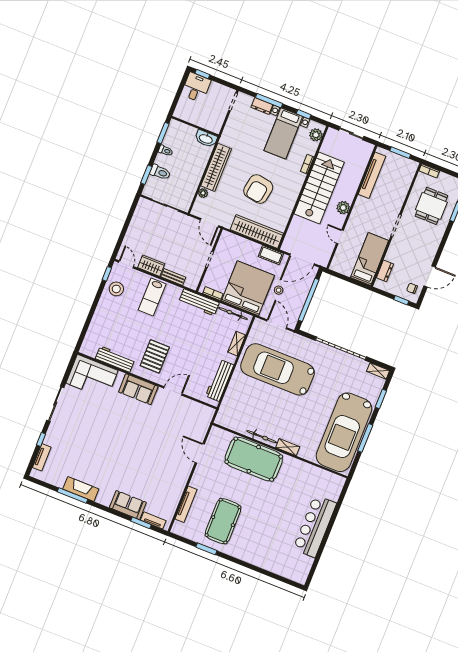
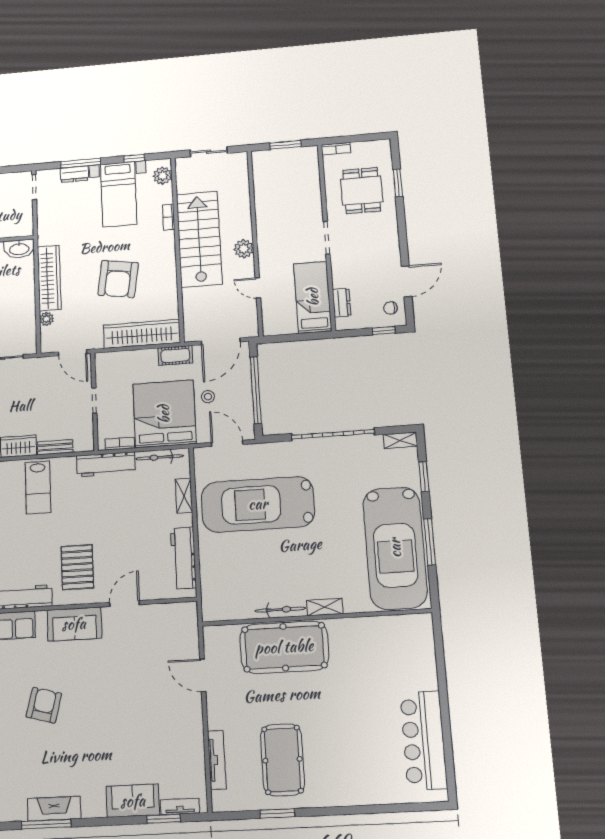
tv unit: (372, 175) -> (262, 190), removed
armchair: (100, 428) -> (44, 705), added
bar counter: (315, 526) -> (424, 740), moved

